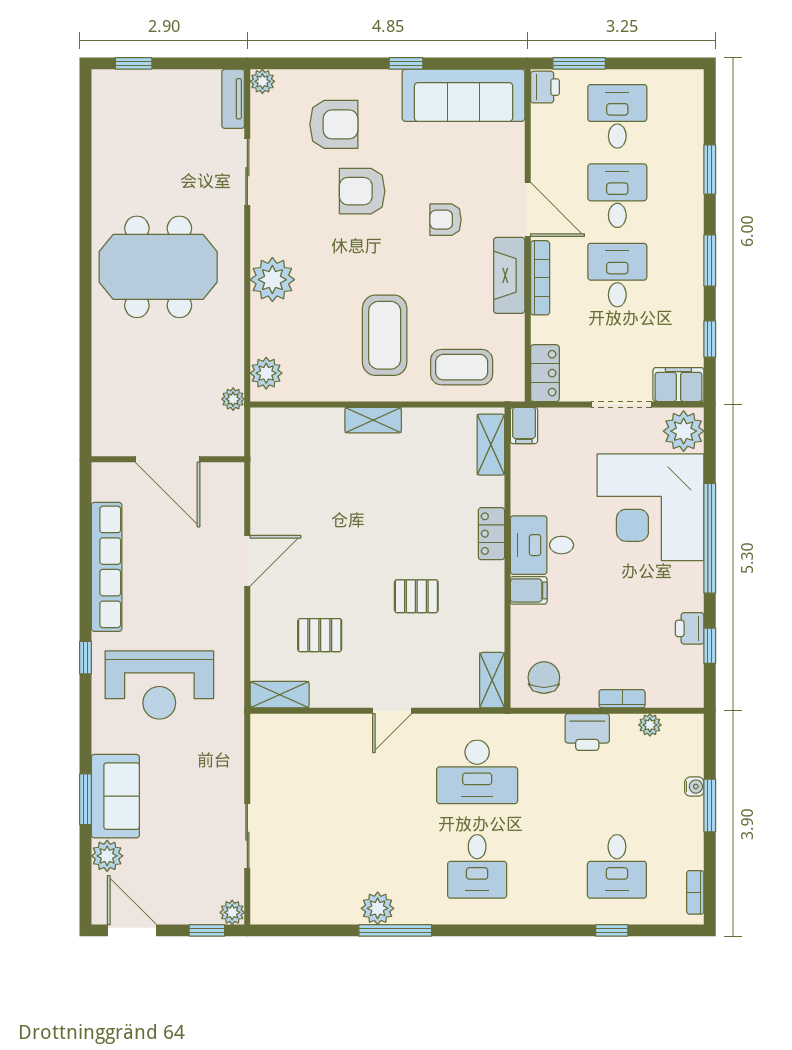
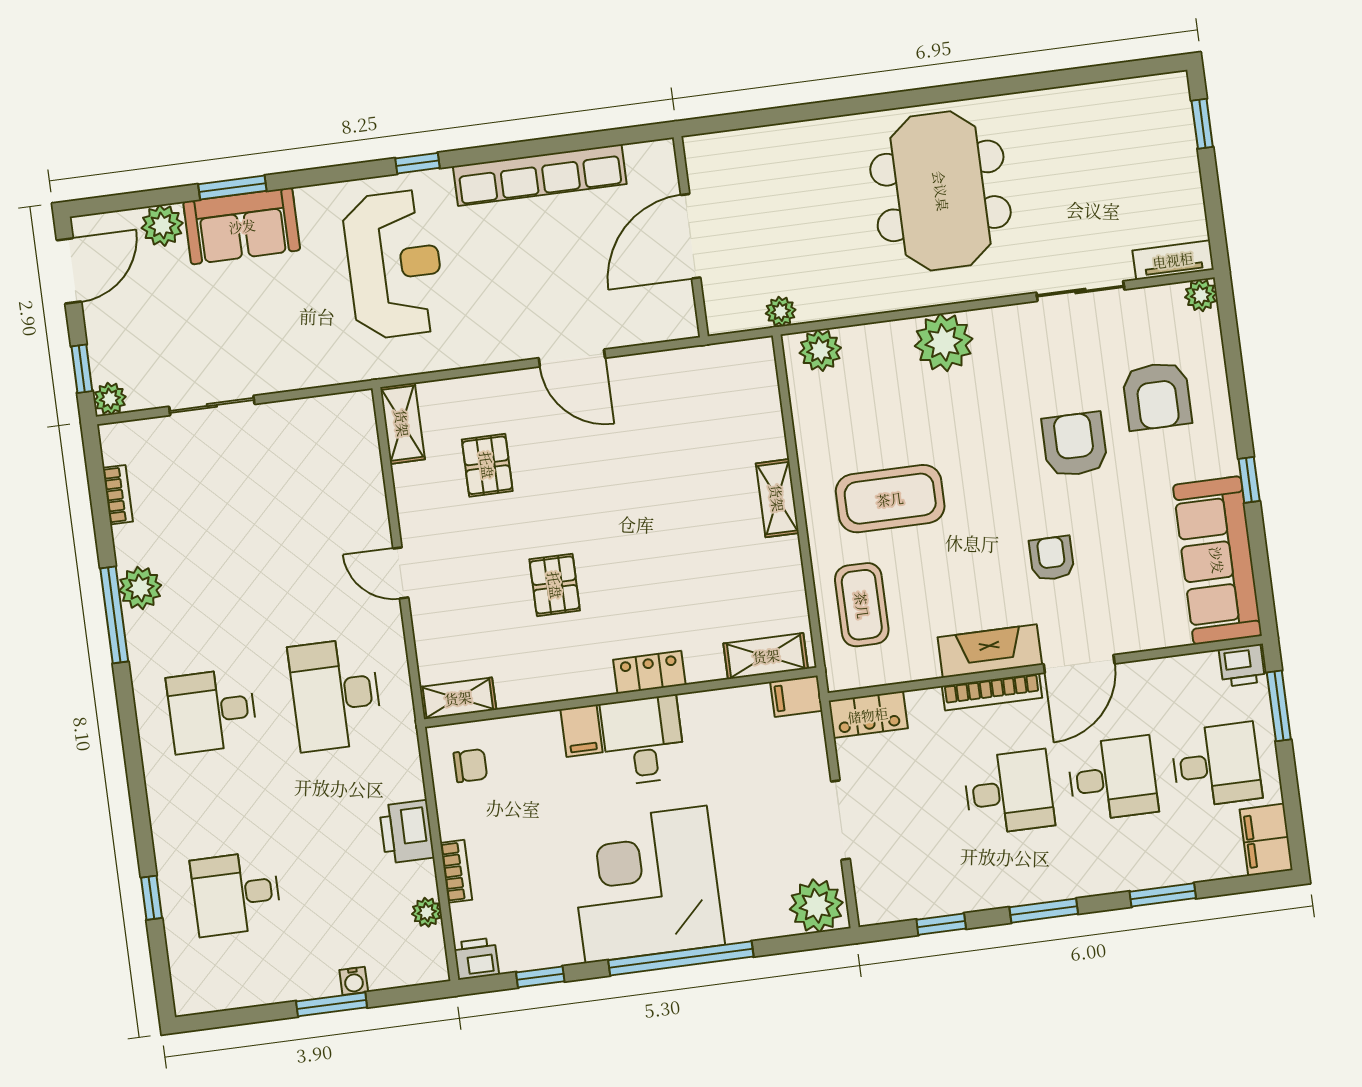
filing cabinet: (678, 385) -> (1266, 840), moved, turned 180
corner desk: (651, 507) -> (646, 884), moved
printer: (690, 628) -> (476, 959), moved
chair: (544, 678) -> (470, 766), width x0.73, depth x0.73
reception desk: (159, 685) -> (394, 264), turned 180
bookcase: (695, 892) -> (118, 495), moved, turned 90

